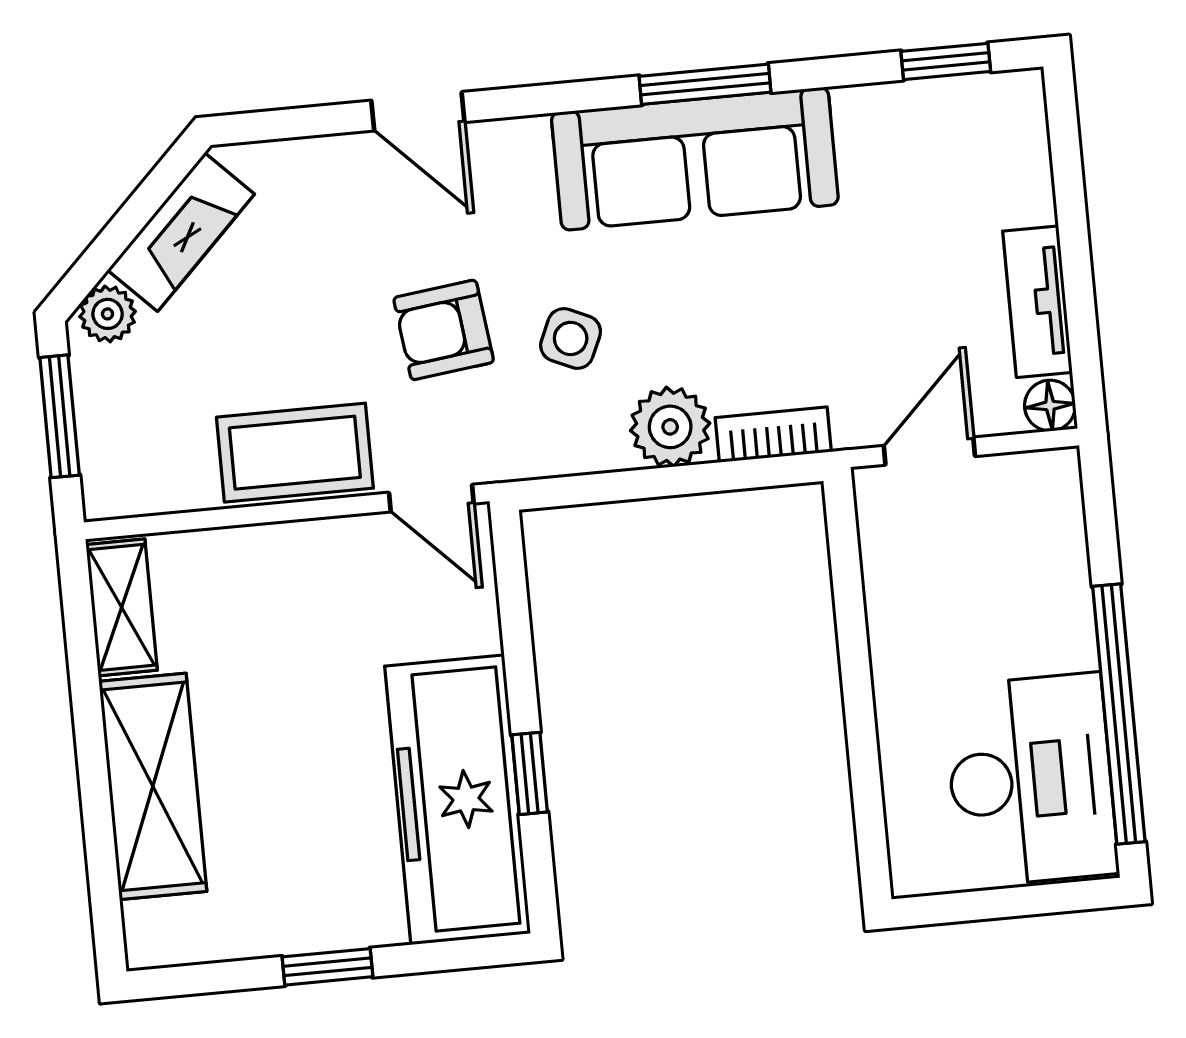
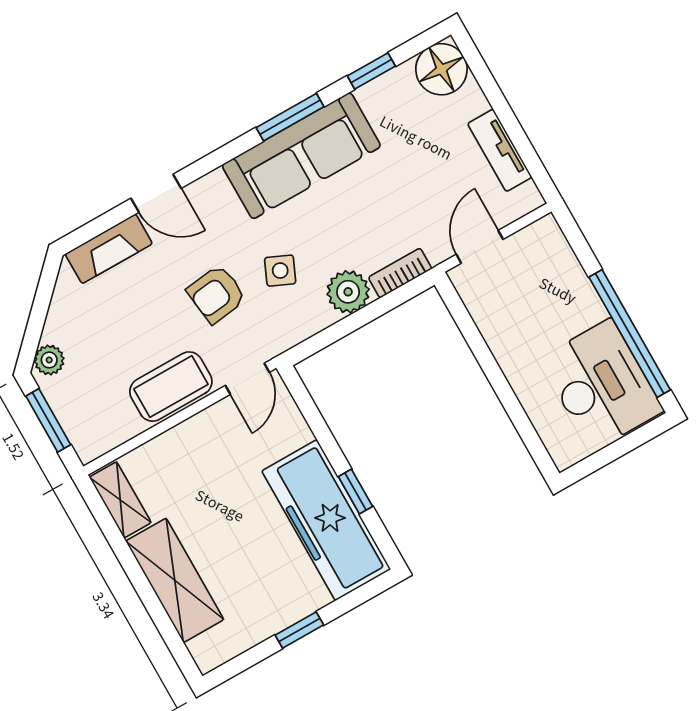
window: (946, 61) -> (371, 71), moved
fireplace: (181, 232) -> (109, 249), moved, turned 45
floor lamp: (1050, 406) -> (441, 69), moved, width x1.89, depth x1.89
door: (431, 498) -> (247, 379), hinge flipped

